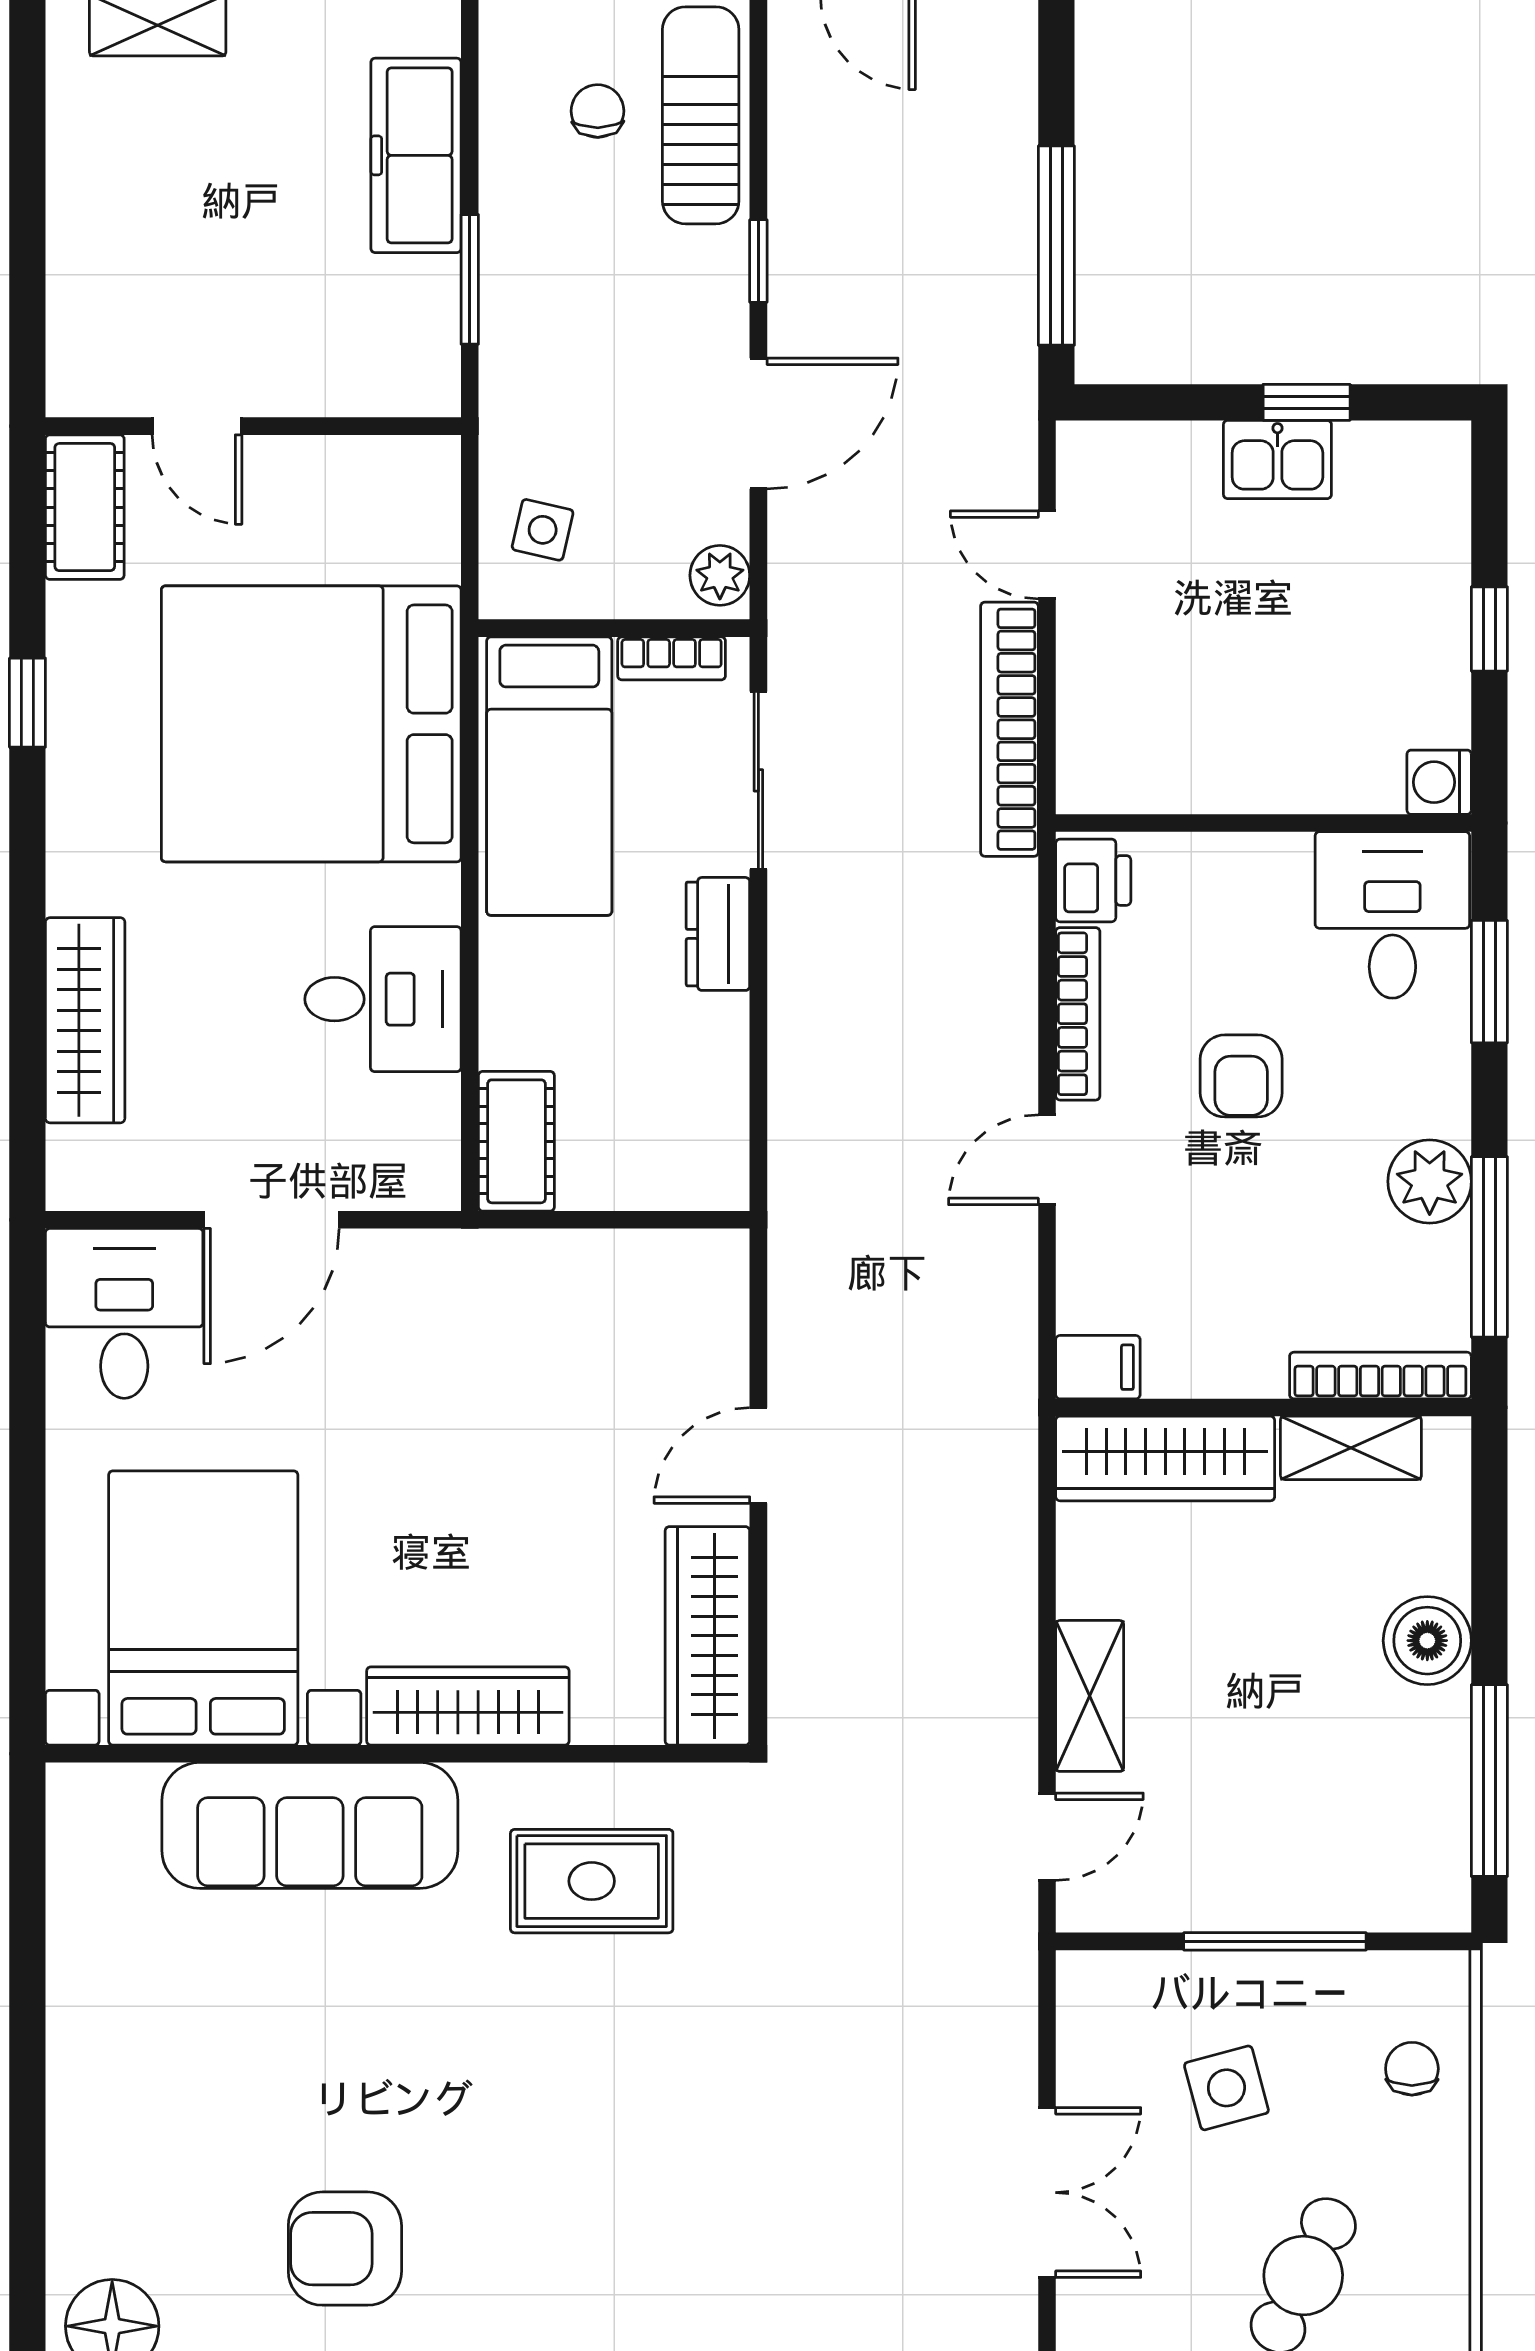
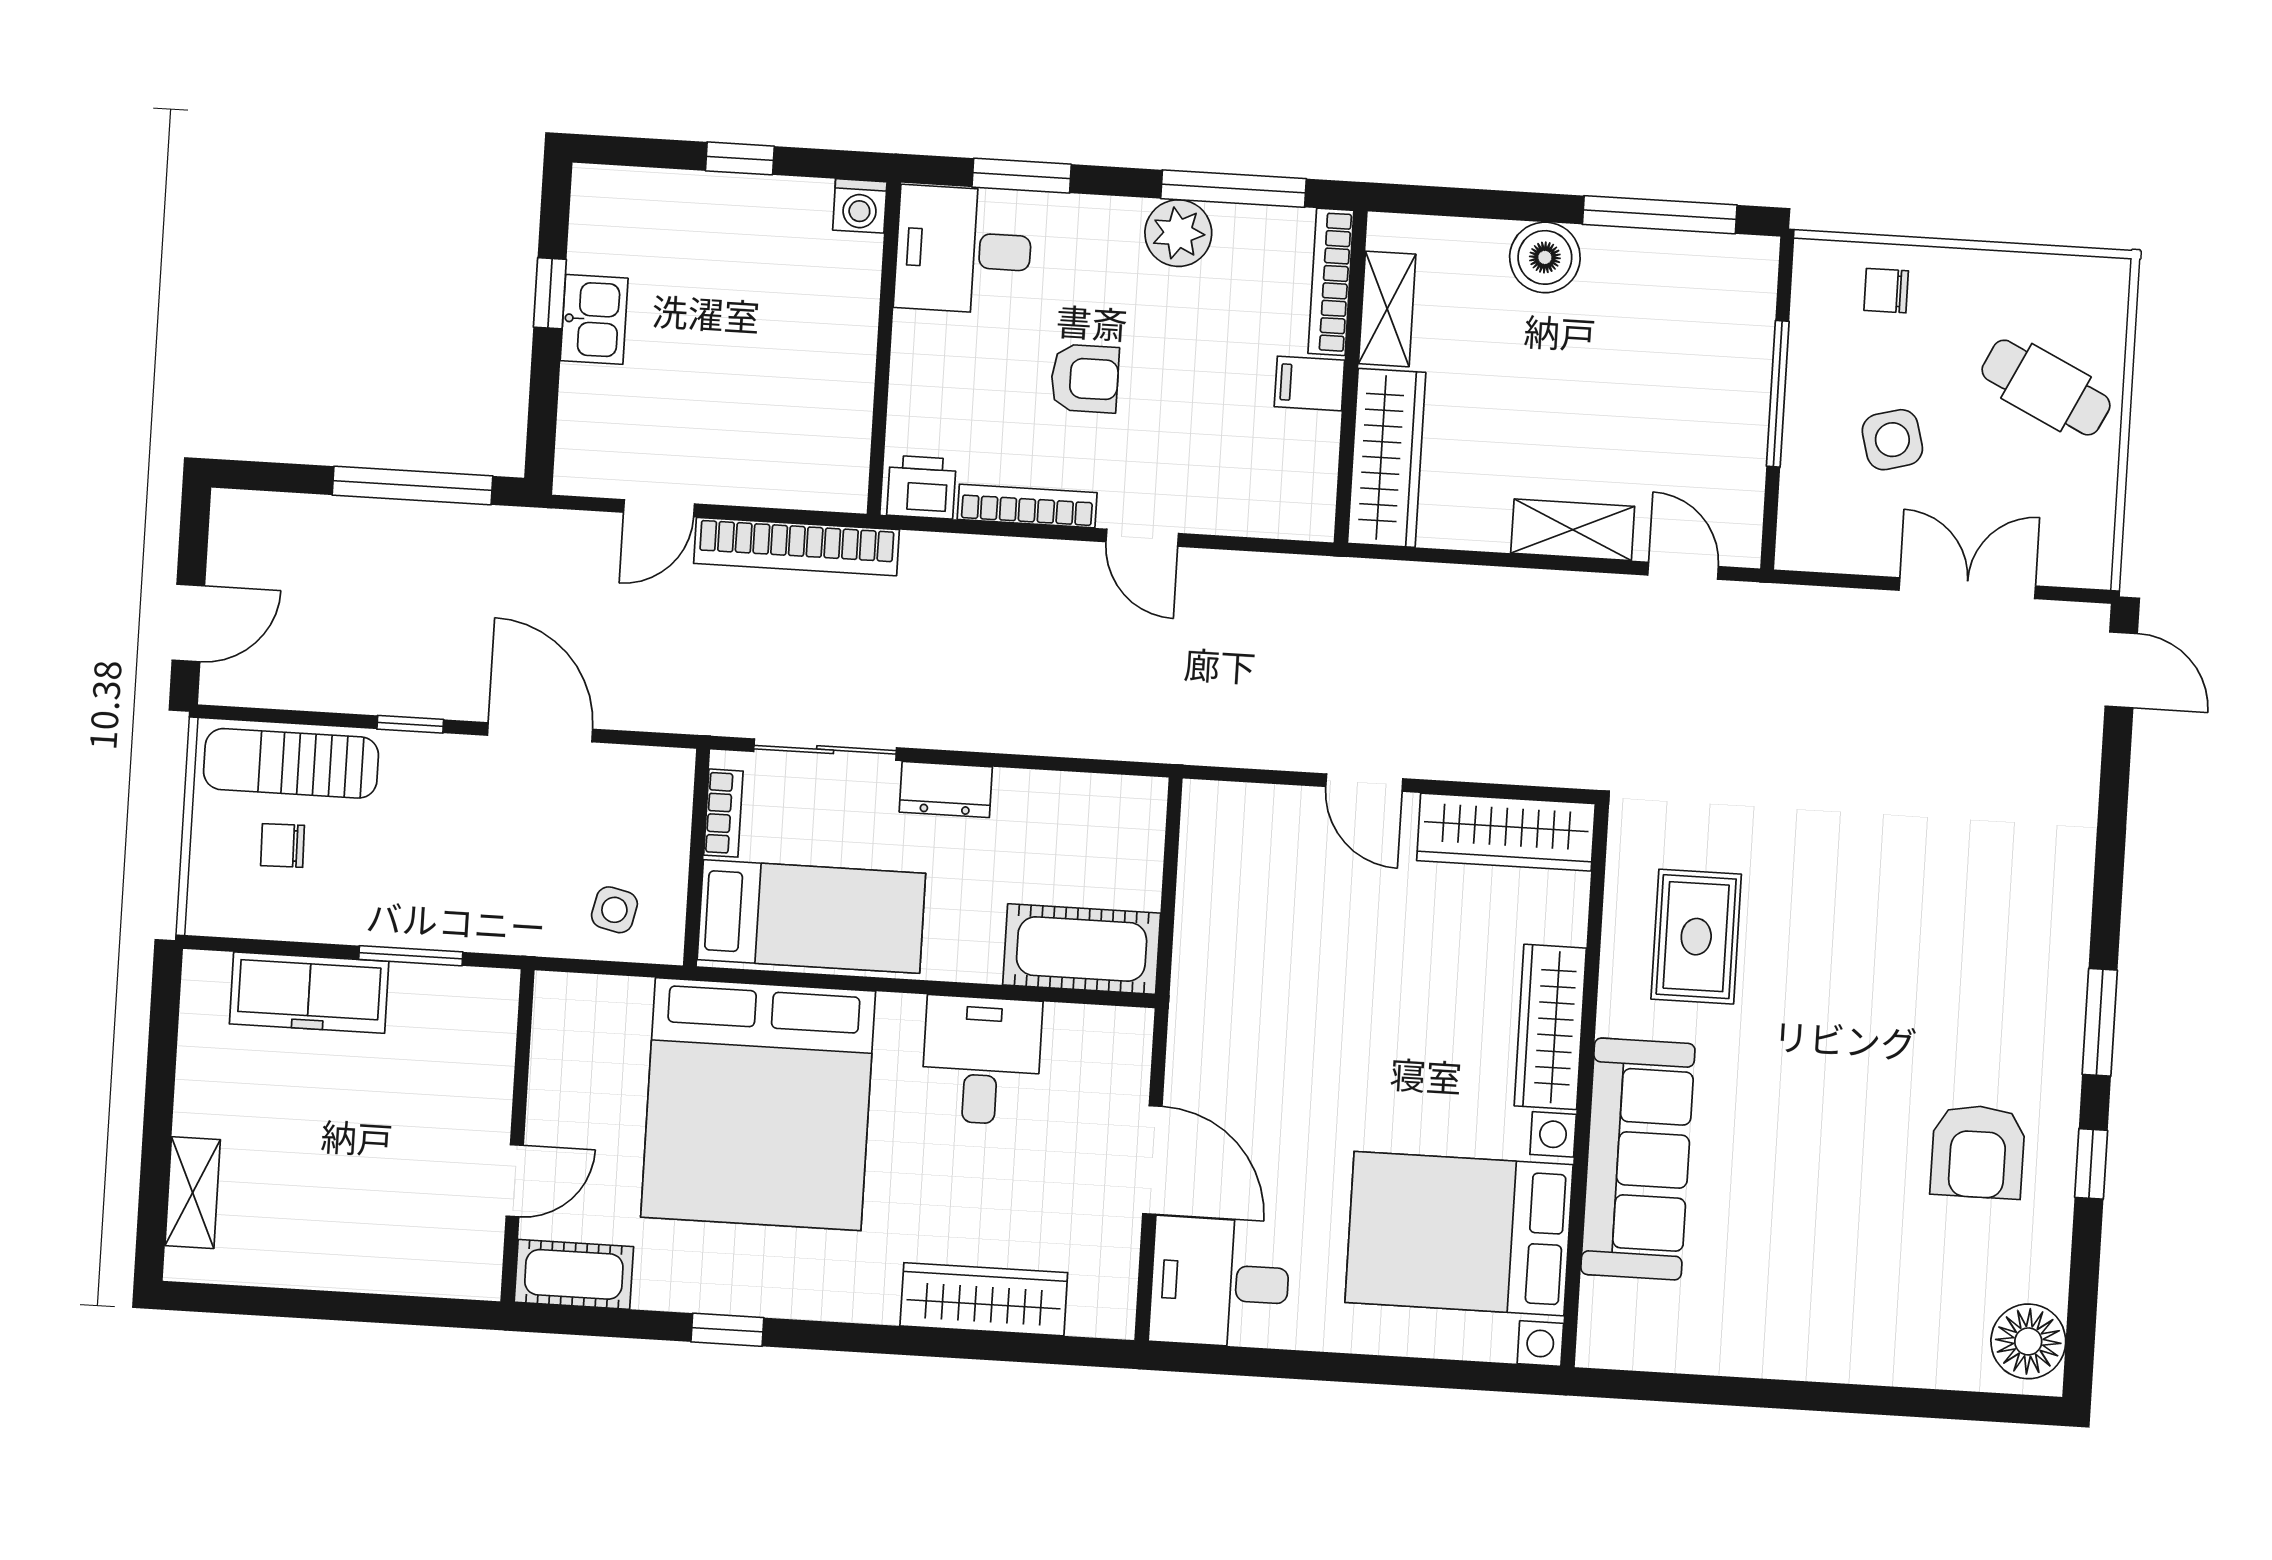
plant: (720, 575) -> (659, 770), removed
cot: (516, 1141) -> (1082, 949), width x1.37, depth x1.34
filing cabinet: (1098, 1367) -> (1309, 383), moved, turned -90

